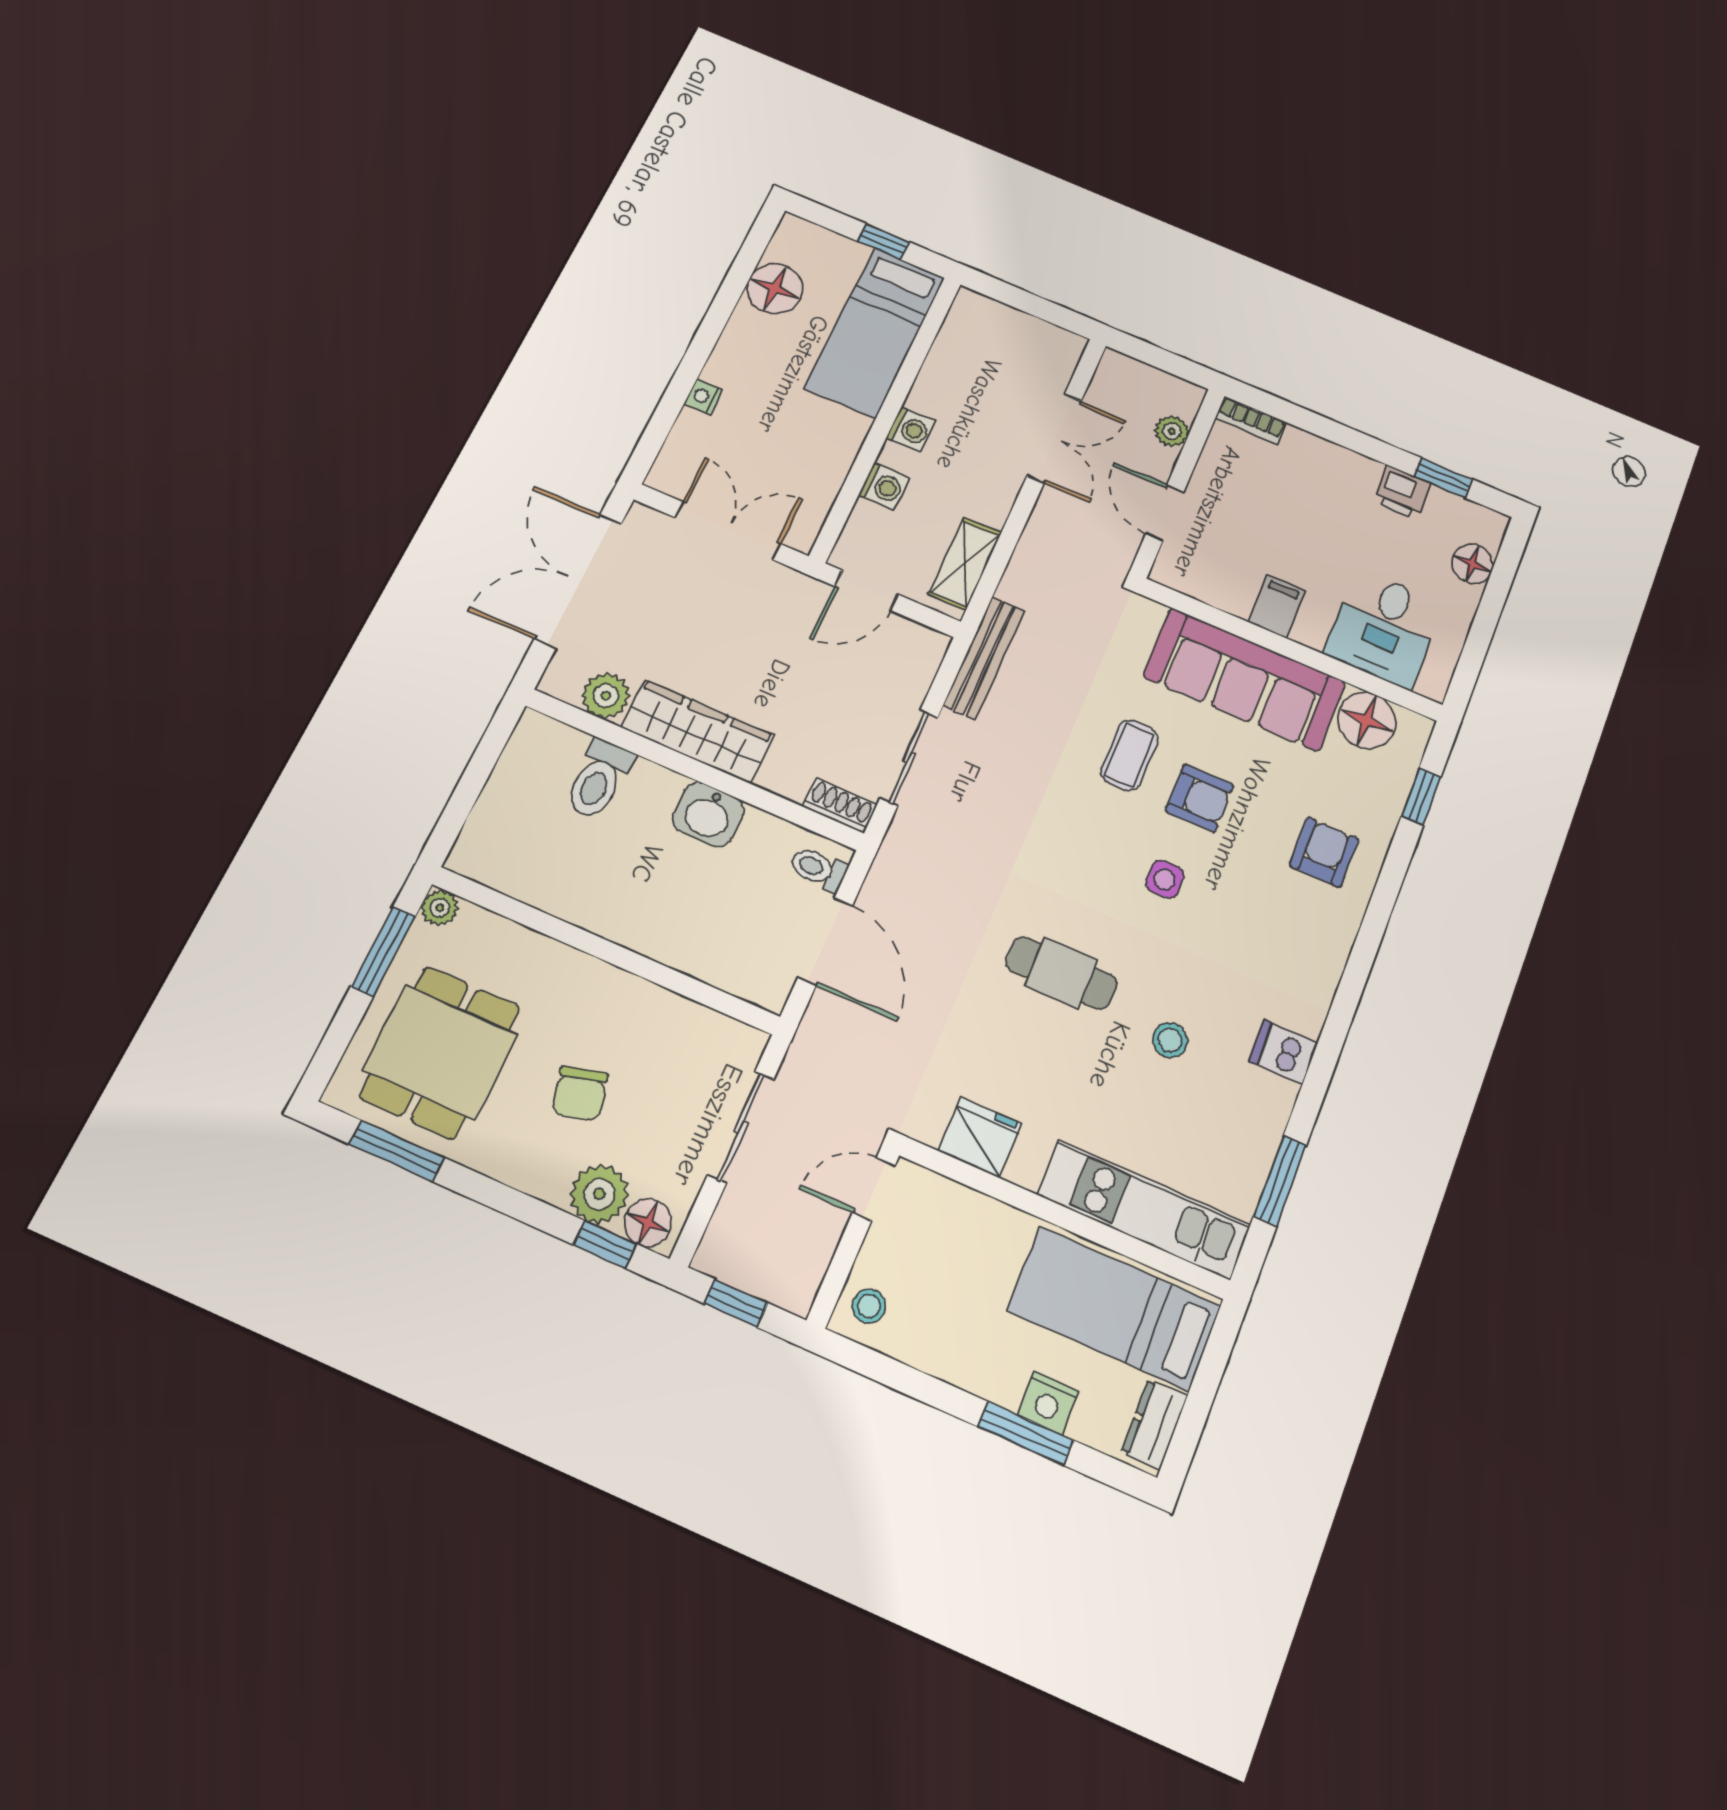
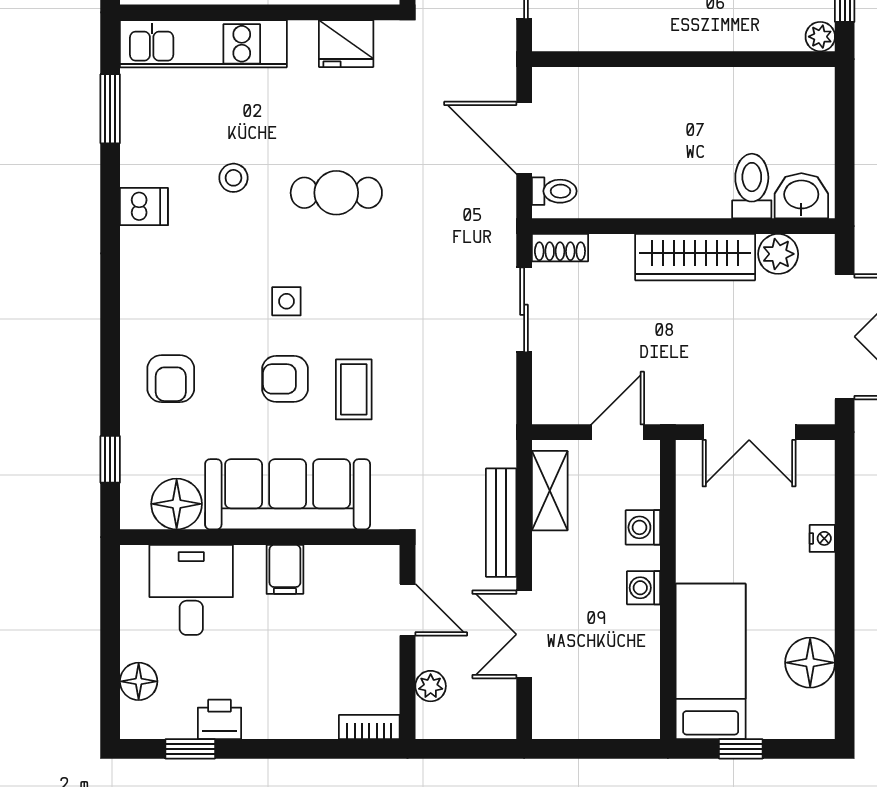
bench: (984, 658) -> (501, 523), moved
washbasin: (708, 814) -> (801, 196), moved

